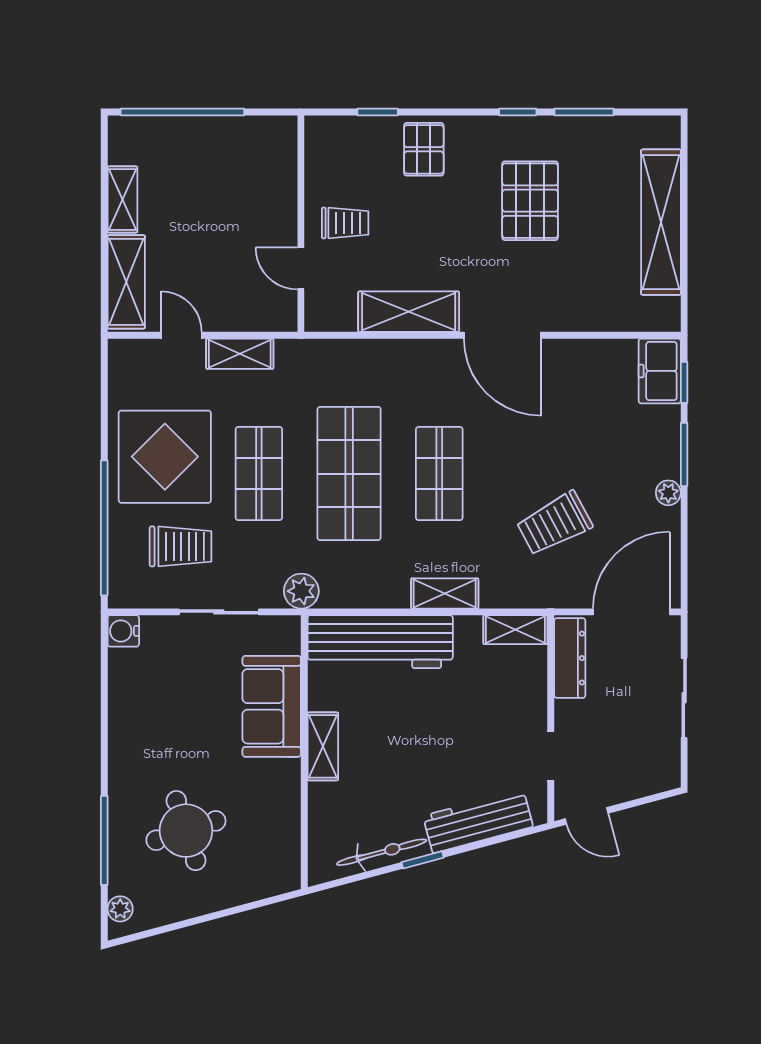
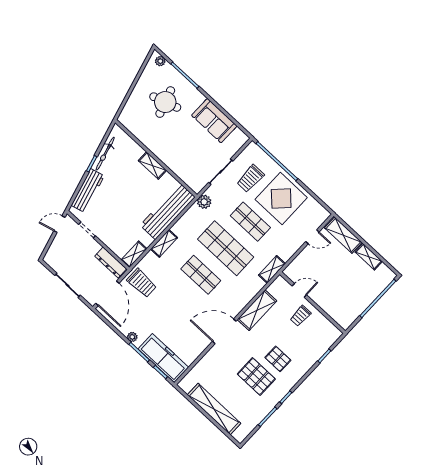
pallet: (424, 149) -> (278, 359), moved
shelving: (240, 354) -> (272, 269), moved
freezer: (660, 371) -> (163, 358), width x1.91, depth x1.26
trolley: (554, 524) -> (142, 283), moved, turned 118
water cooler: (123, 631) -> (241, 138), removed
sofa: (272, 706) -> (214, 121), moved, turned 180

